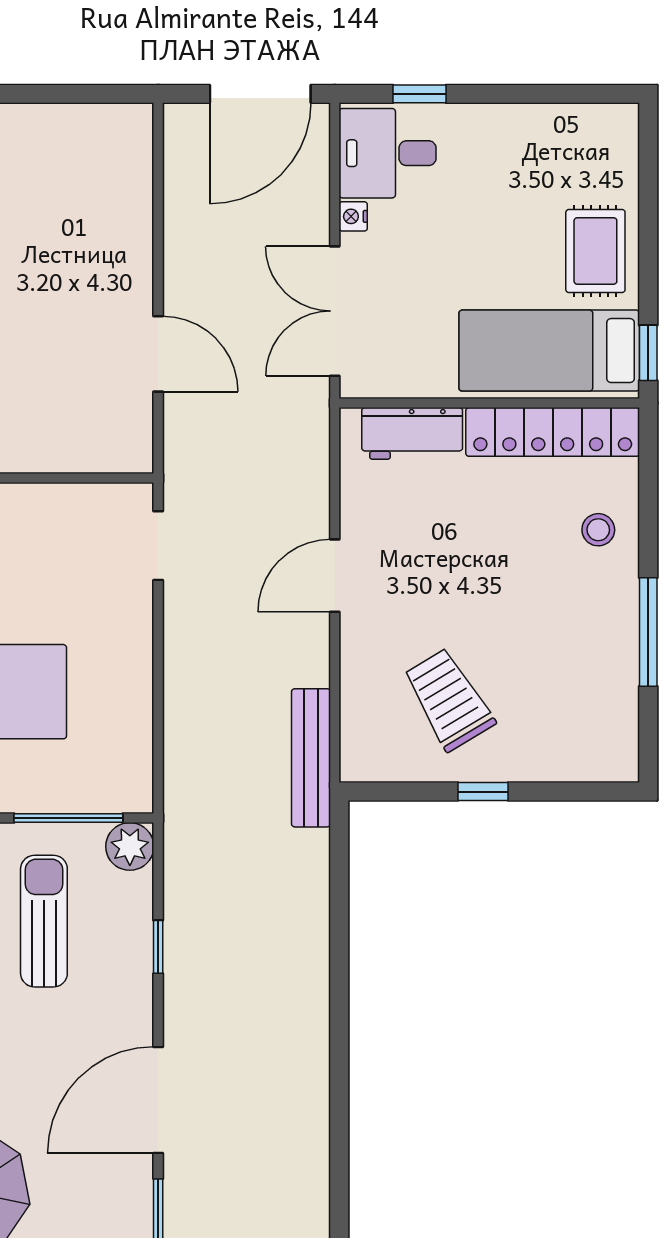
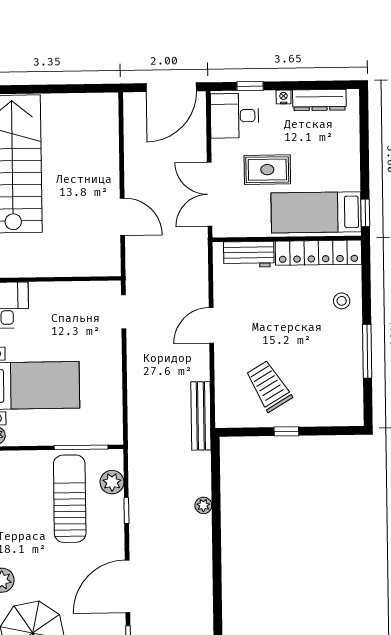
dresser: (559, 124) -> (319, 100), added
nightstand: (353, 216) -> (284, 97), moved, turned 90
rug: (595, 251) -> (267, 170), moved, turned 90
plant: (130, 846) -> (112, 482), moved
sun lounger: (44, 921) -> (70, 499), width x1.36, depth x1.34
plant: (314, 939) -> (203, 505), added

